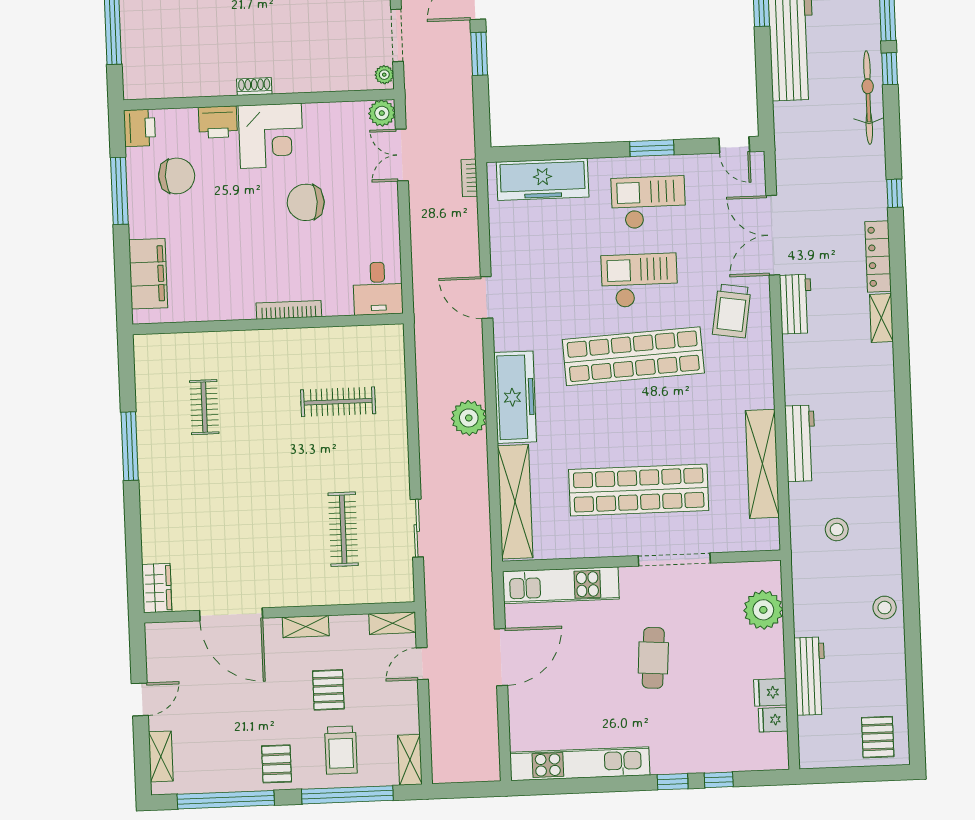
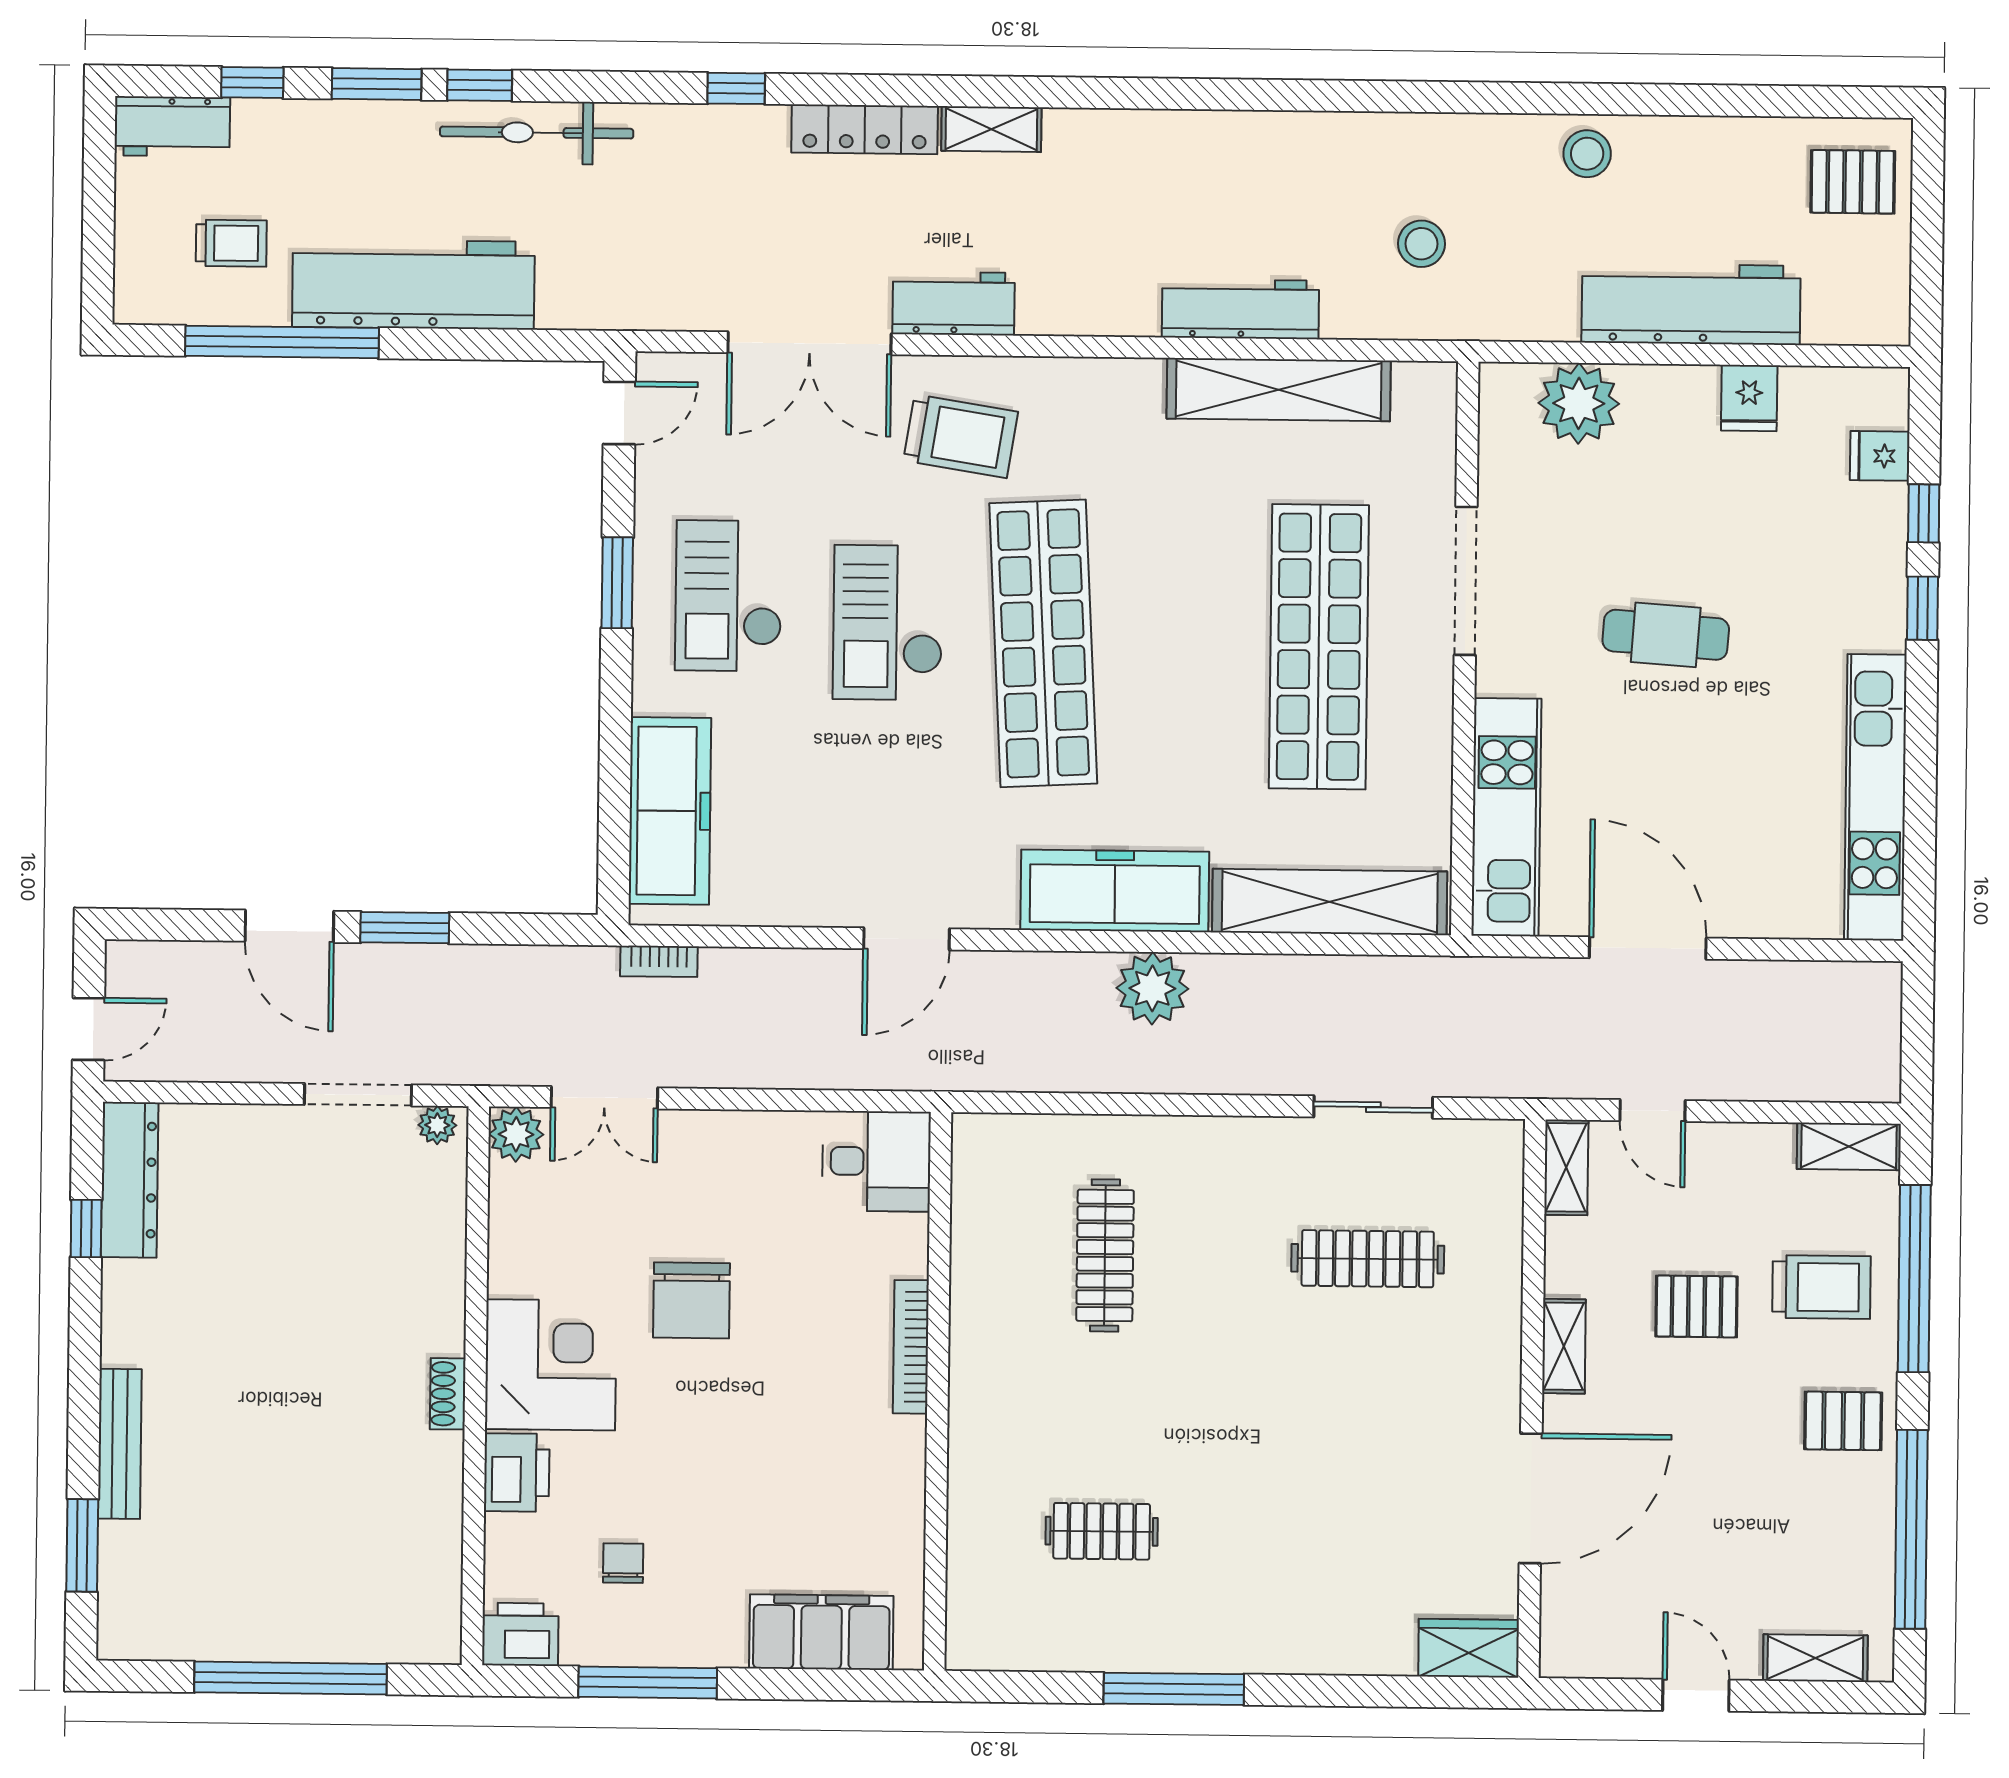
chair: (177, 176) -> (623, 1563), width x0.54, depth x0.54
workbench: (810, 676) -> (1691, 304), width x1.36, depth x1.32
fridge: (773, 720) -> (1880, 456), moved, turned 90

